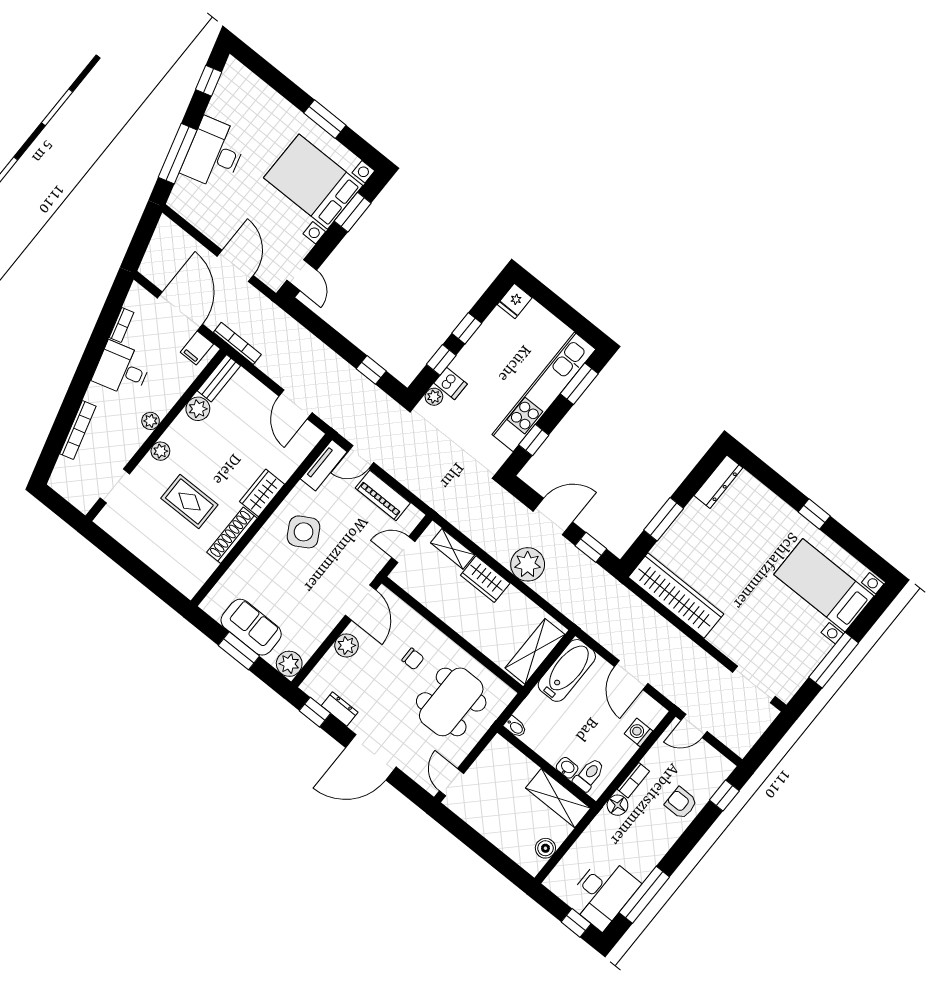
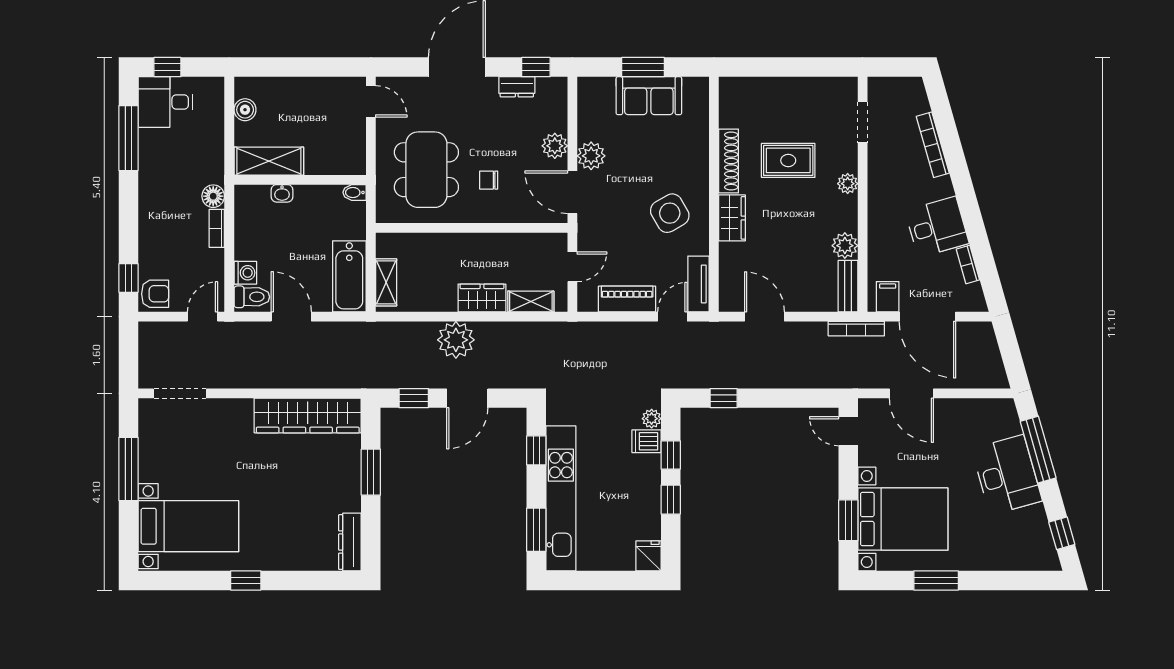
plant: (151, 421) -> (877, 202), removed
shelving: (535, 651) -> (386, 282), width x0.67, depth x0.75
plant: (289, 664) -> (591, 156), moved
toilet: (589, 775) -> (252, 297), moved, turned -90
armchair: (681, 803) -> (155, 294), moved
desk: (603, 893) -> (165, 102), width x0.73

